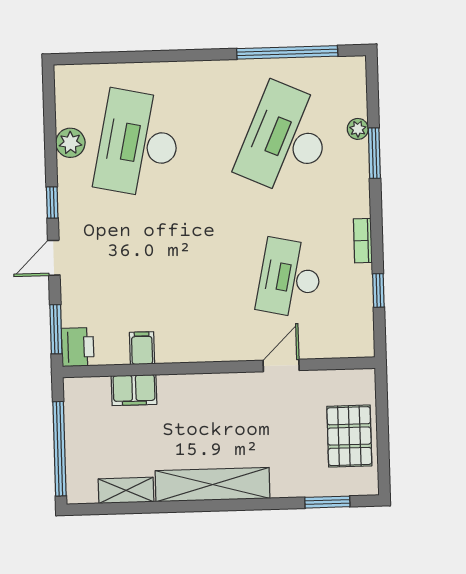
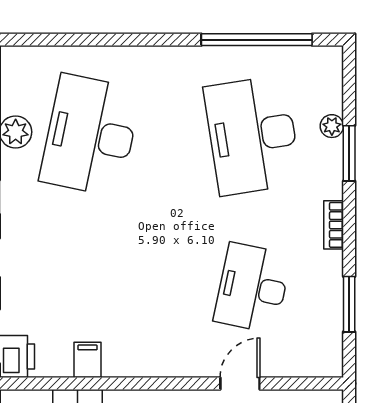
desk: (286, 139) -> (252, 135), turned -33
bookcase: (363, 241) -> (334, 225), moved
window: (378, 290) -> (349, 304), width x1.50

